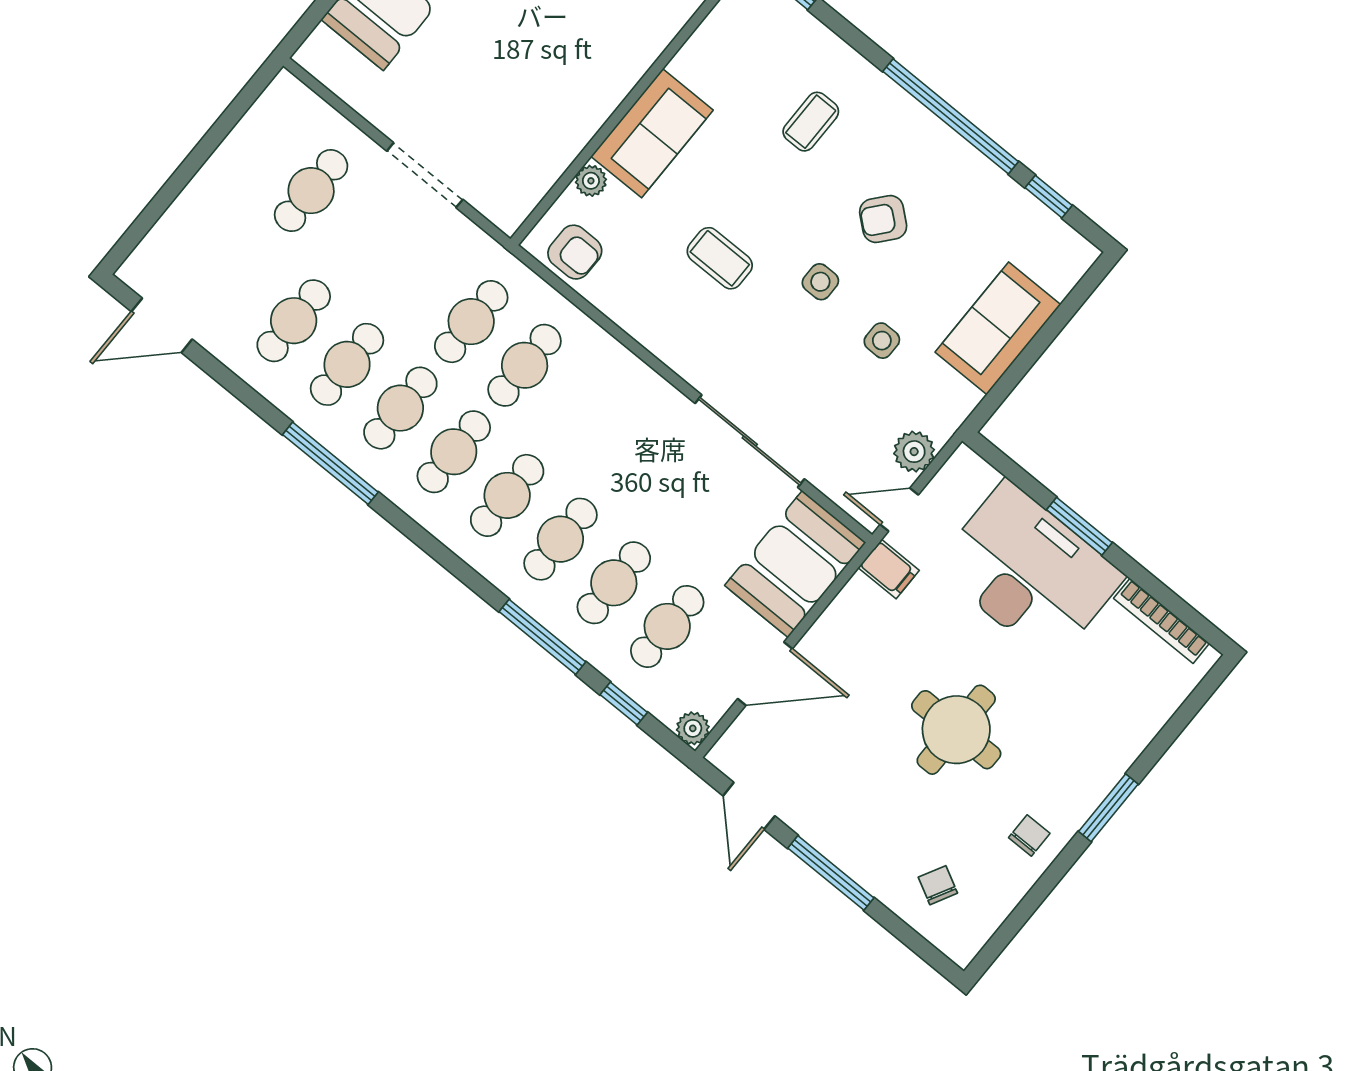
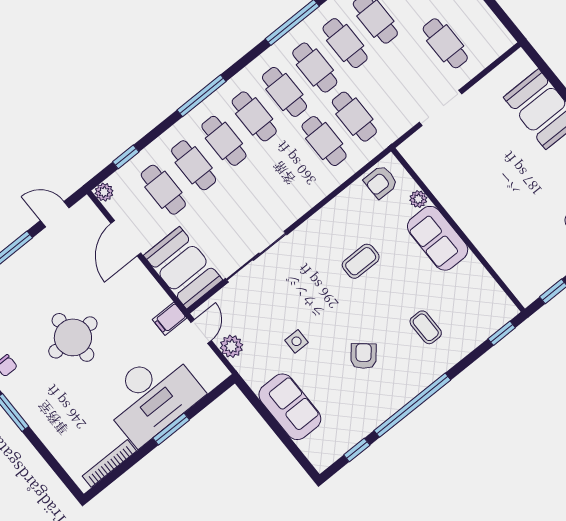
side table: (820, 282) -> (336, 314), removed
window: (542, 637) -> (202, 96), moved

